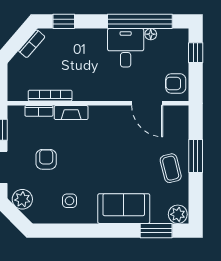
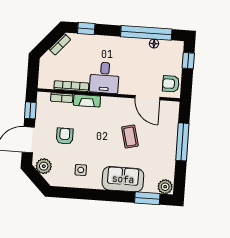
desk: (126, 48) -> (104, 78), moved, turned 180
window: (196, 156) -> (182, 142), width x1.44
coffee table: (171, 168) -> (130, 137), moved

